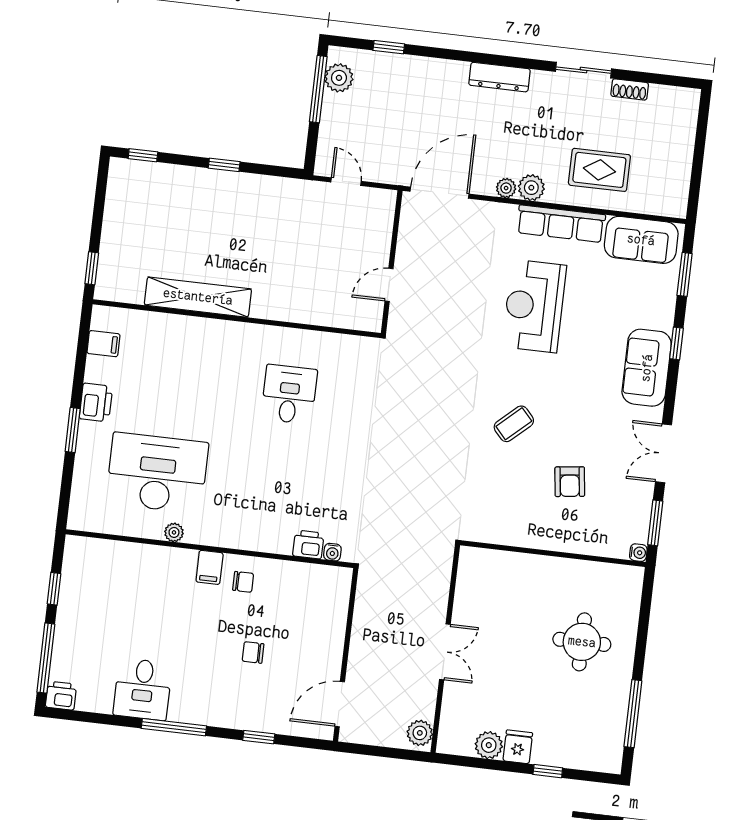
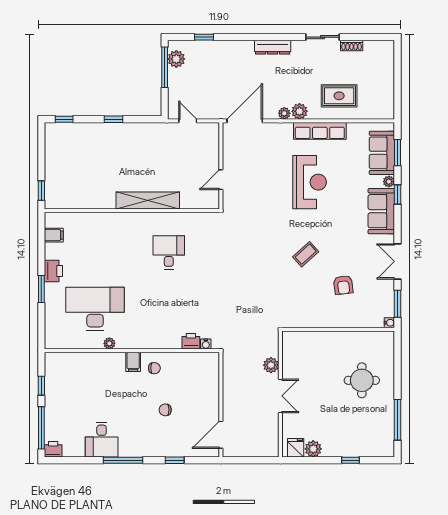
sofa: (641, 240) -> (382, 153), moved, turned 90
shelving: (198, 297) -> (148, 200), moved
reception desk: (534, 306) -> (310, 182), turned 180
plant: (665, 320) -> (389, 182), added
plant: (420, 733) -> (271, 365), moved
fridge: (518, 747) -> (296, 448), moved

